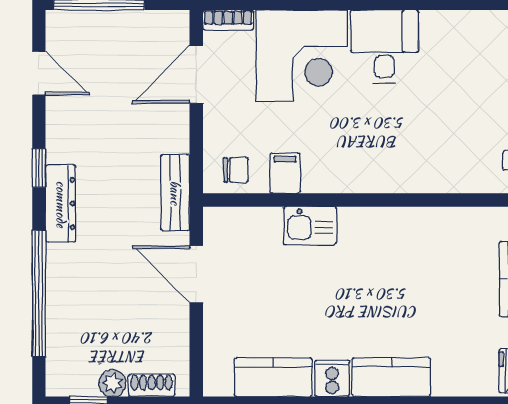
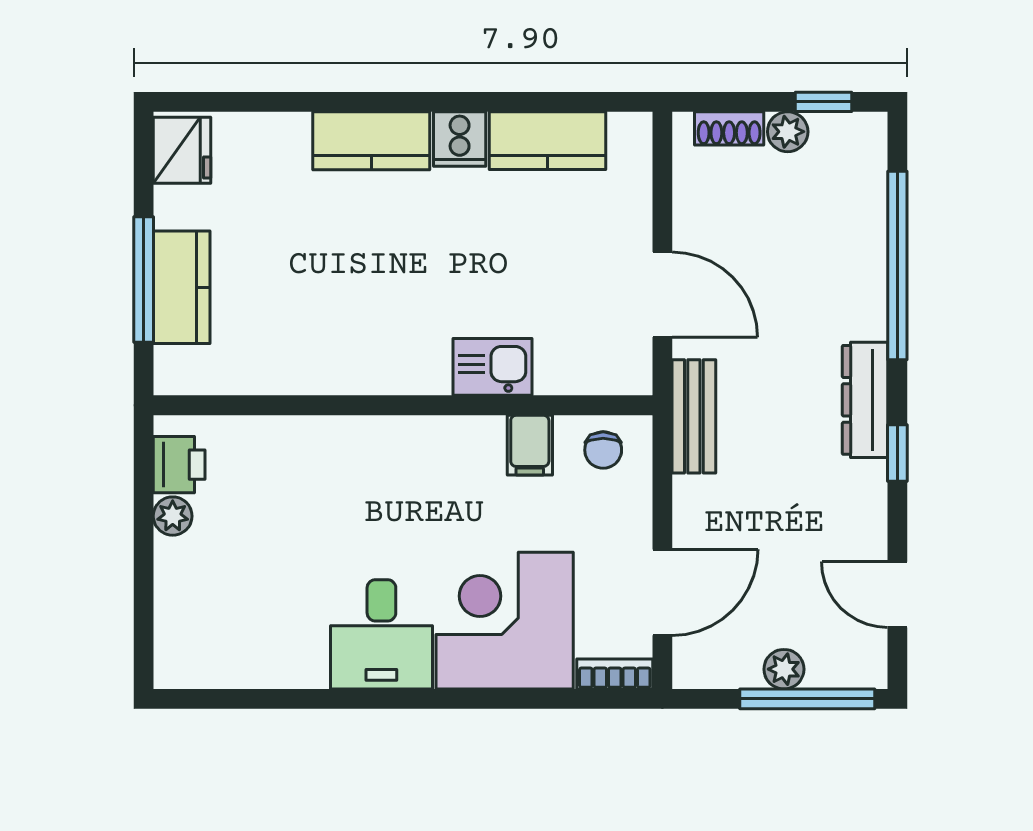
plant: (115, 23) -> (784, 669), added
chair: (236, 170) -> (603, 450), turned -90

